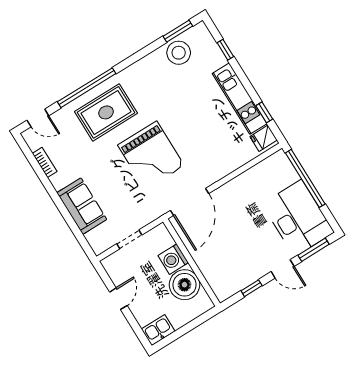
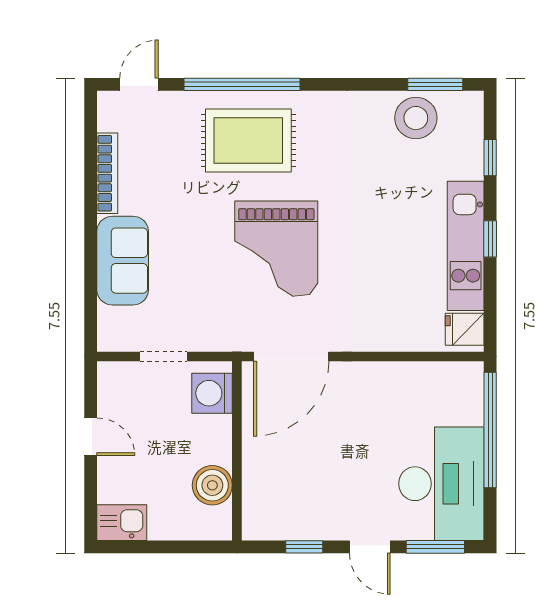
window: (264, 112) -> (490, 239), moved
door: (38, 118) -> (139, 84), swing flipped
bookcase: (45, 162) -> (107, 173), width x1.56
washing machine: (173, 259) -> (212, 393), moved
boiler: (184, 285) -> (212, 485), width x0.73, depth x0.73
door: (118, 299) -> (91, 437), hinge flipped

